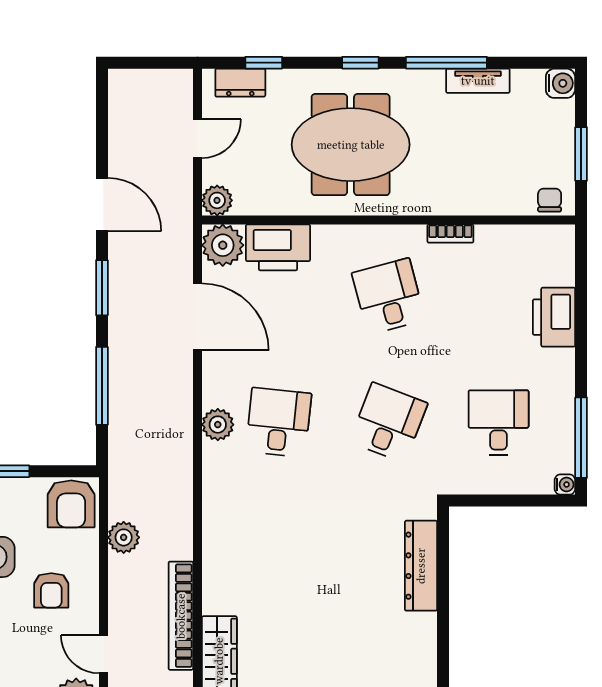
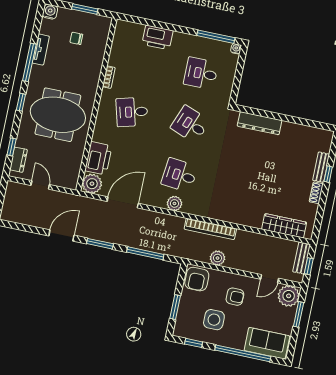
meeting table: (351, 145) -> (58, 115), turned 90
plant: (217, 200) -> (71, 182), removed
chair: (550, 200) -> (76, 38), moved
armchair: (71, 504) -> (197, 279), turned 90
bookcase: (181, 616) -> (210, 229), moved

